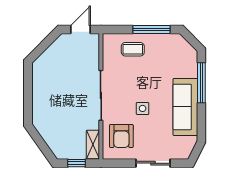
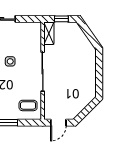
coffee table: (133, 49) -> (28, 105), moved
armchair: (121, 136) -> (27, 40), removed

